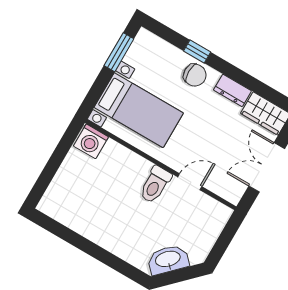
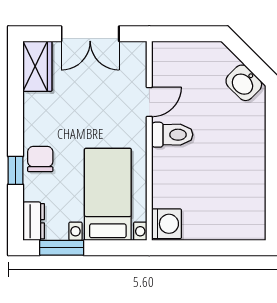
dresser: (232, 90) -> (34, 221), moved
door: (190, 182) -> (149, 102), swing flipped
washbasin: (168, 260) -> (244, 83), width x0.72

